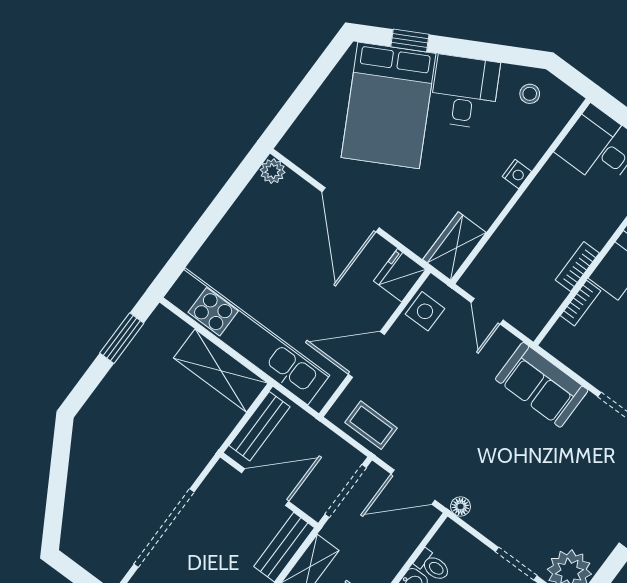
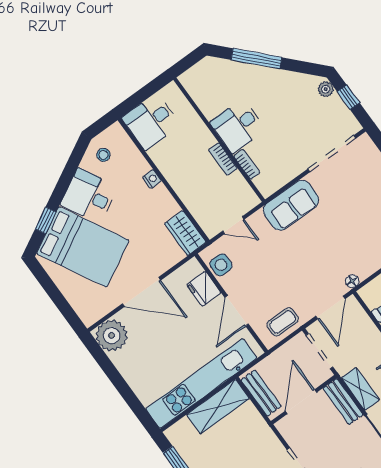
plant: (273, 171) -> (112, 336), width x1.87, depth x1.87
fridge: (400, 275) -> (204, 289), moved

